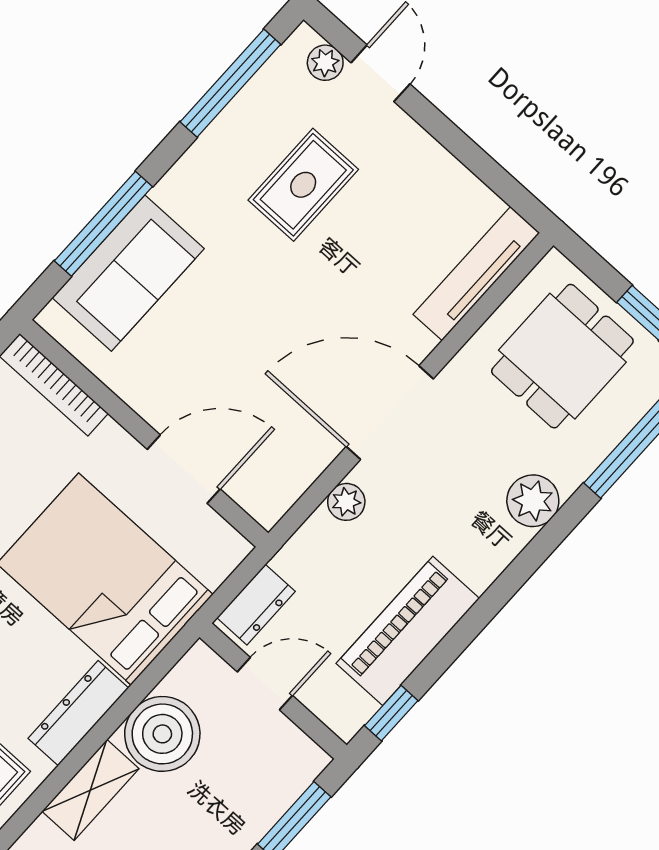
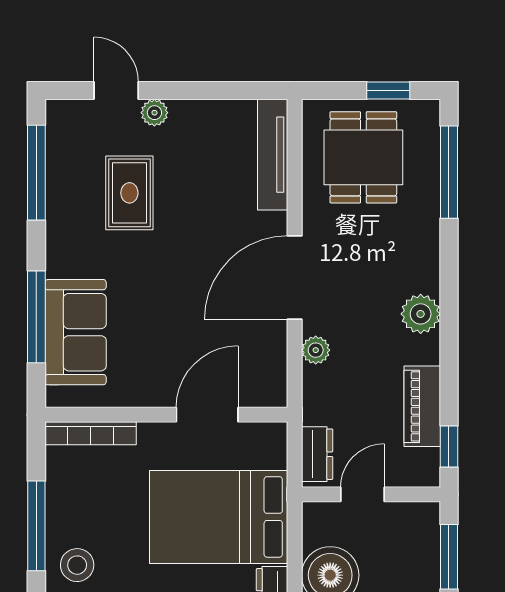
plant: (325, 63) -> (154, 113), moved
plant: (533, 501) -> (421, 314), moved
piano: (408, 631) -> (422, 406), width x0.73, depth x0.75

